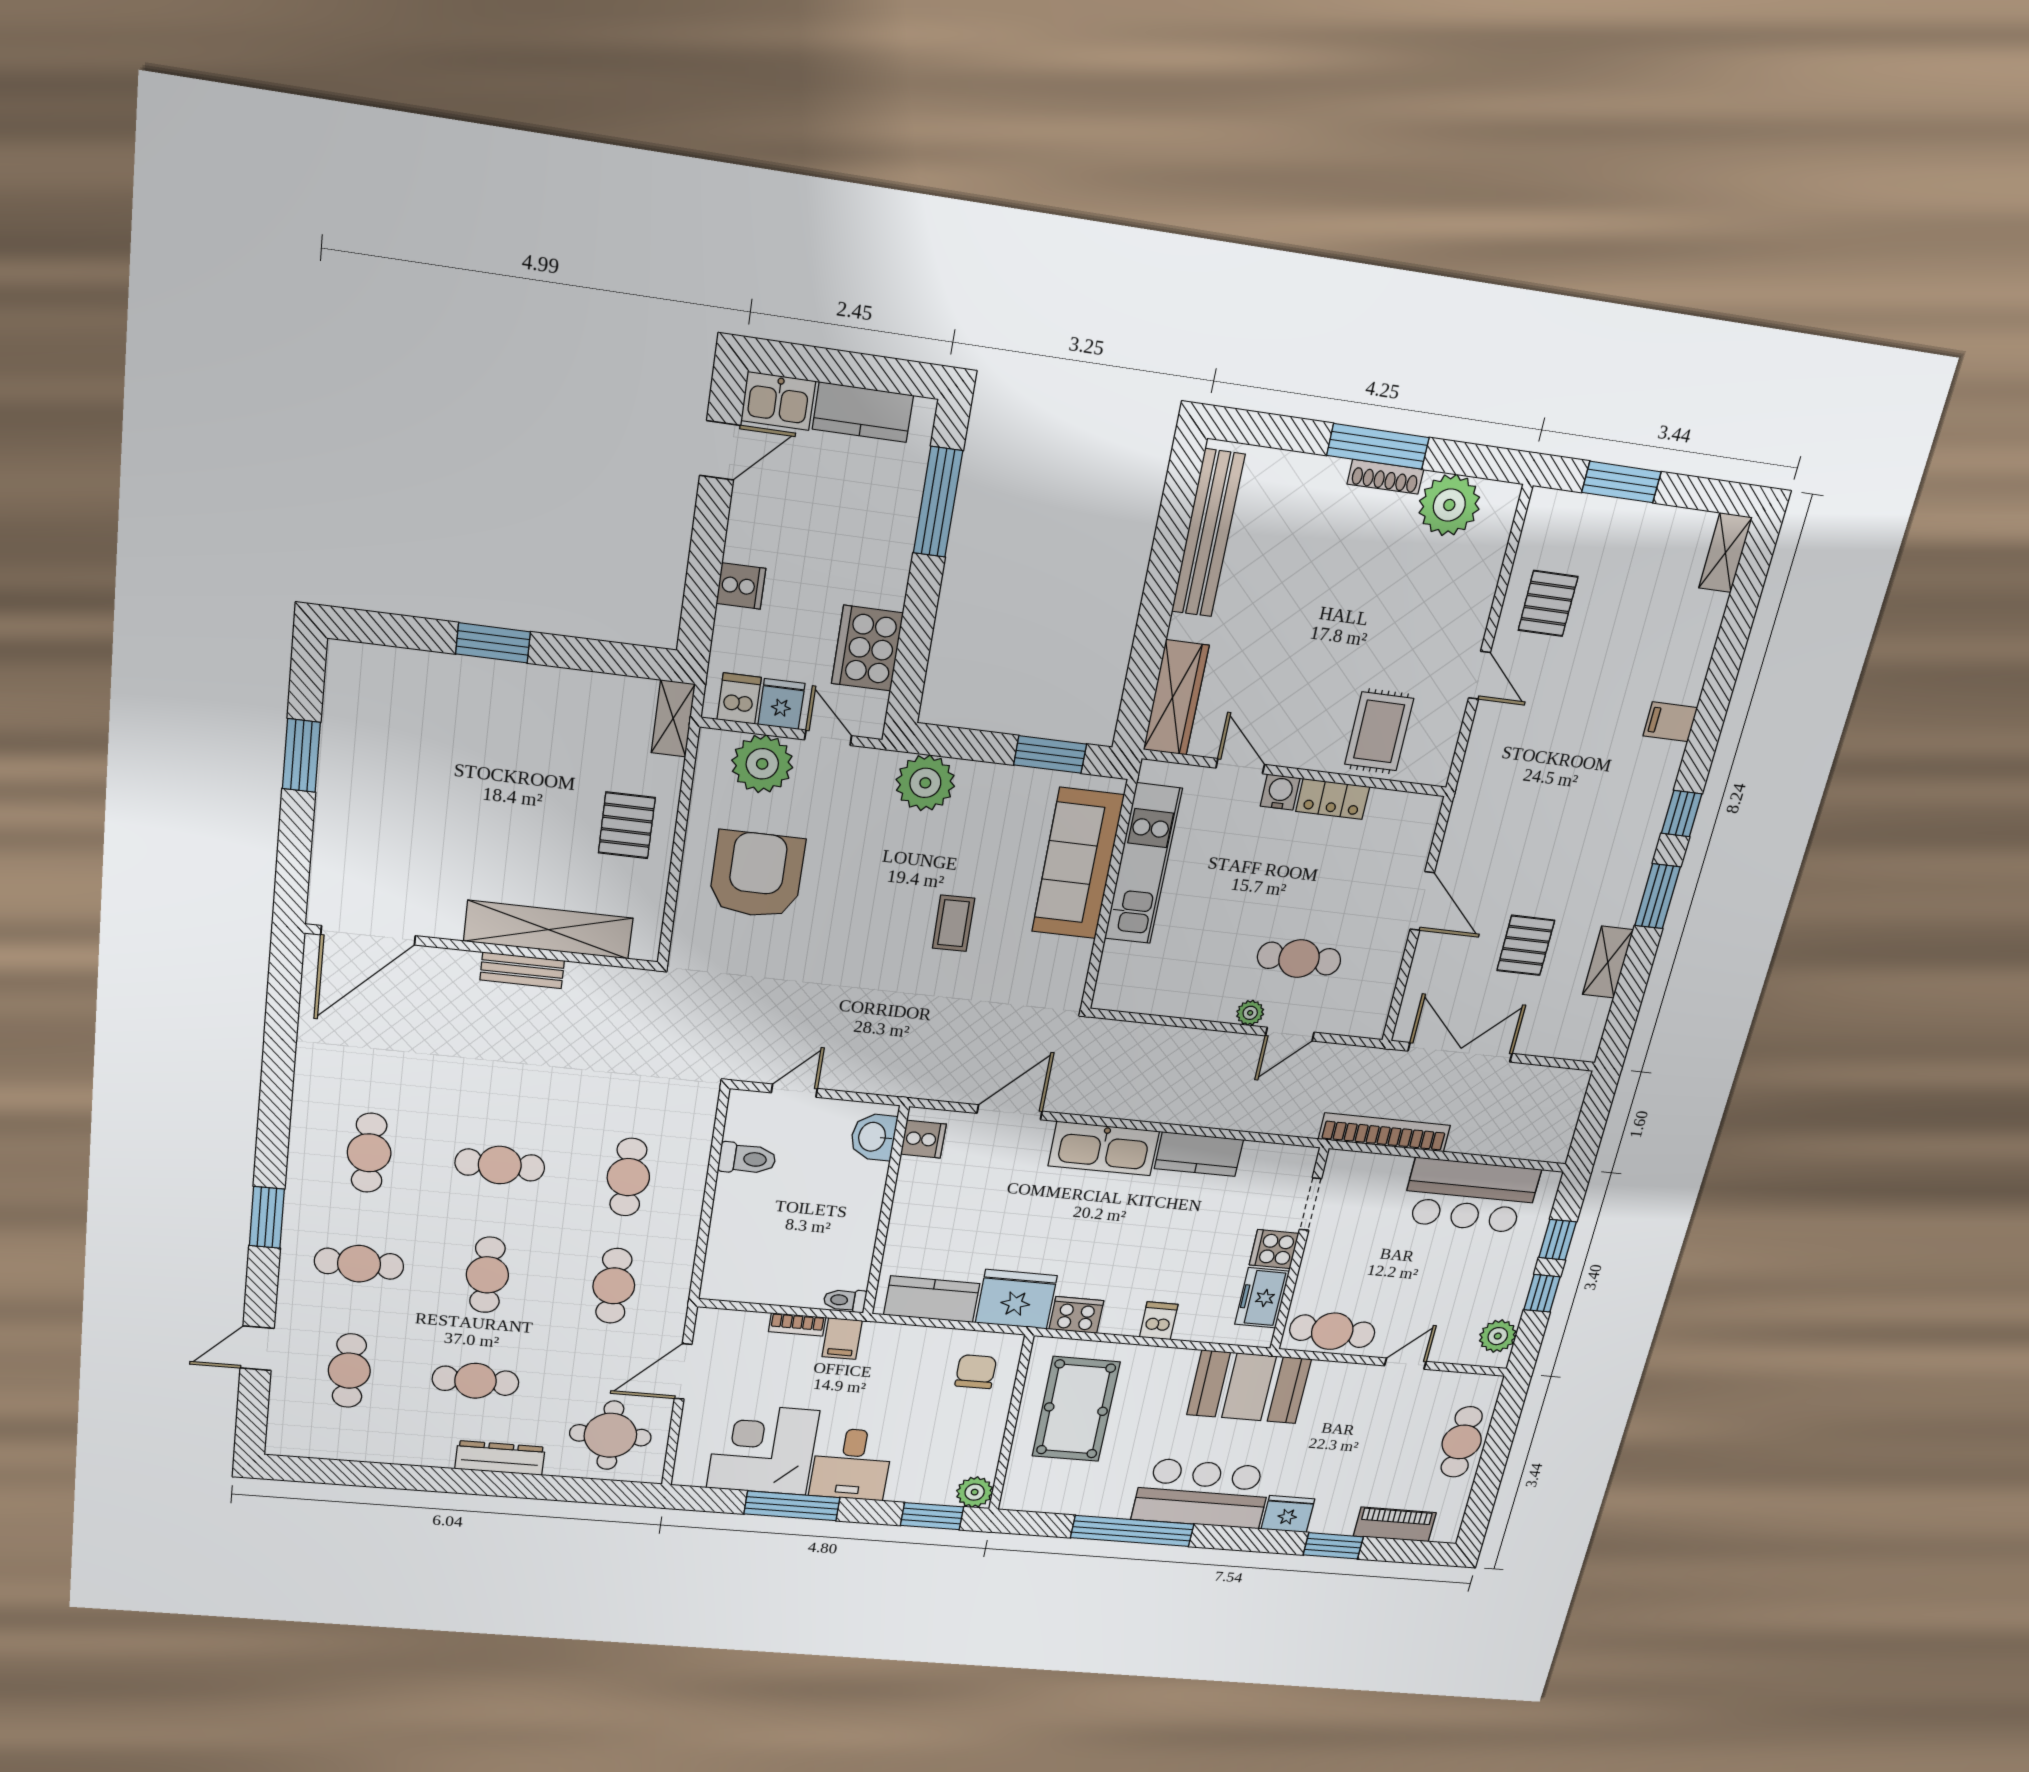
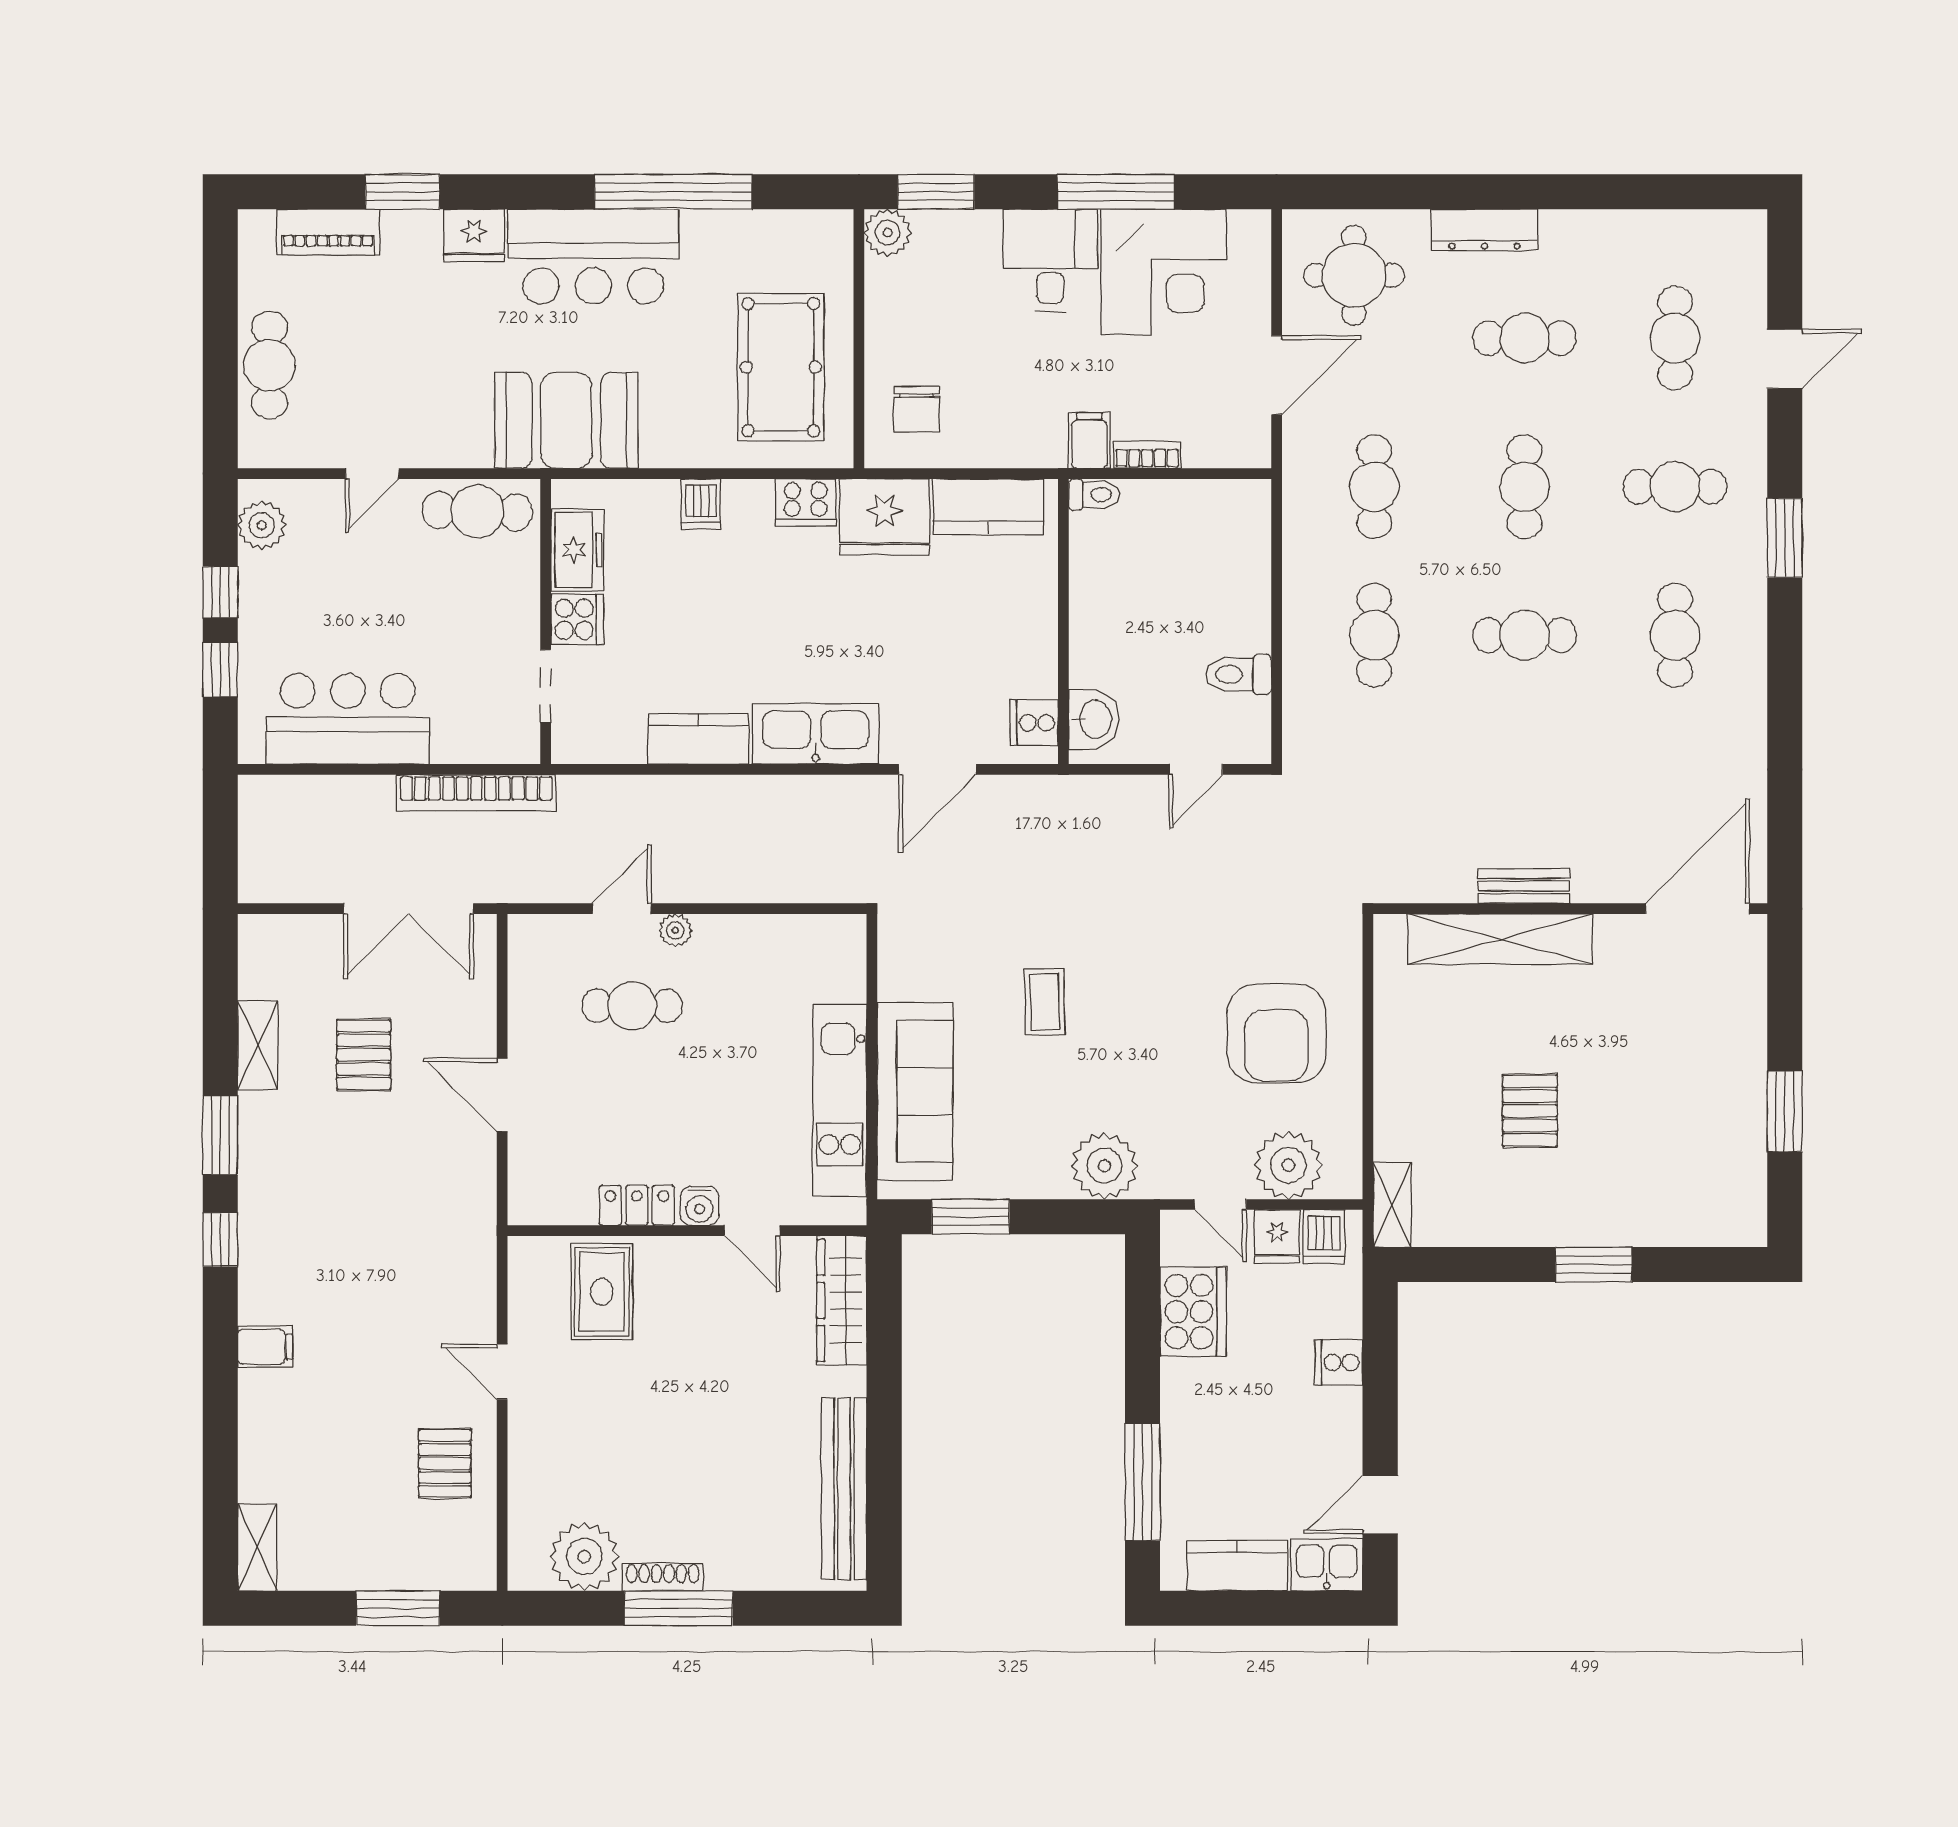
pallet: (627, 825) -> (1530, 1111), moved

